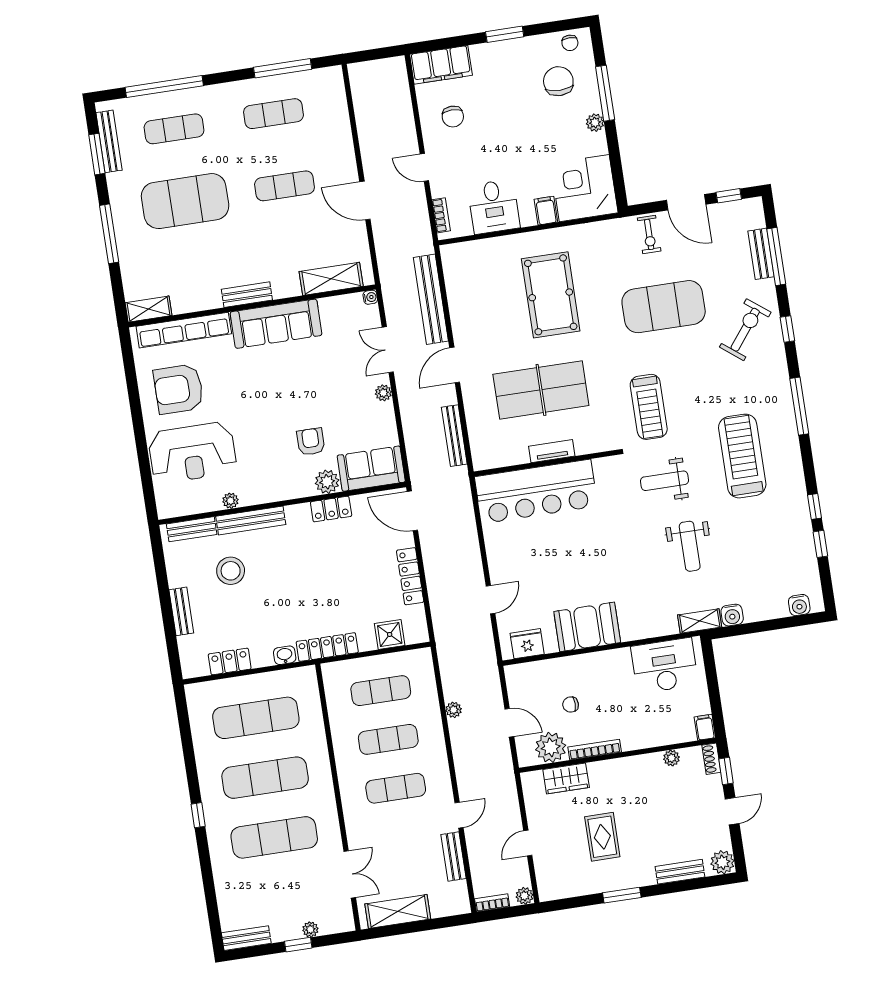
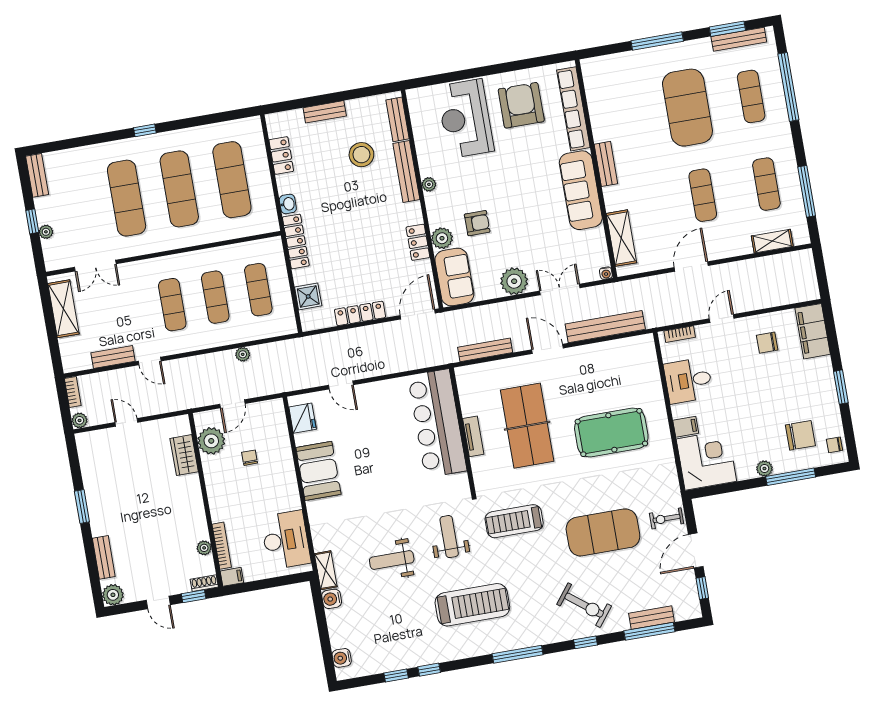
exercise mat: (664, 307) -> (603, 532), turned 90
shelving: (149, 309) -> (772, 241), moved, turned 90
plant: (383, 393) -> (514, 281), width x1.87, depth x1.87
plant: (230, 501) -> (429, 184), moved
bookcase: (595, 750) -> (222, 546), moved
rug: (602, 837) -> (133, 488), removed

